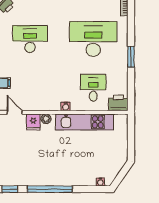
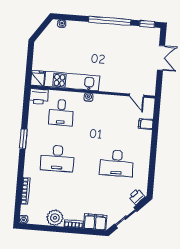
desk: (93, 39) -> (57, 158), width x0.73, depth x0.77
plant: (46, 119) -> (108, 87), removed
fridge: (33, 122) -> (38, 78), moved

